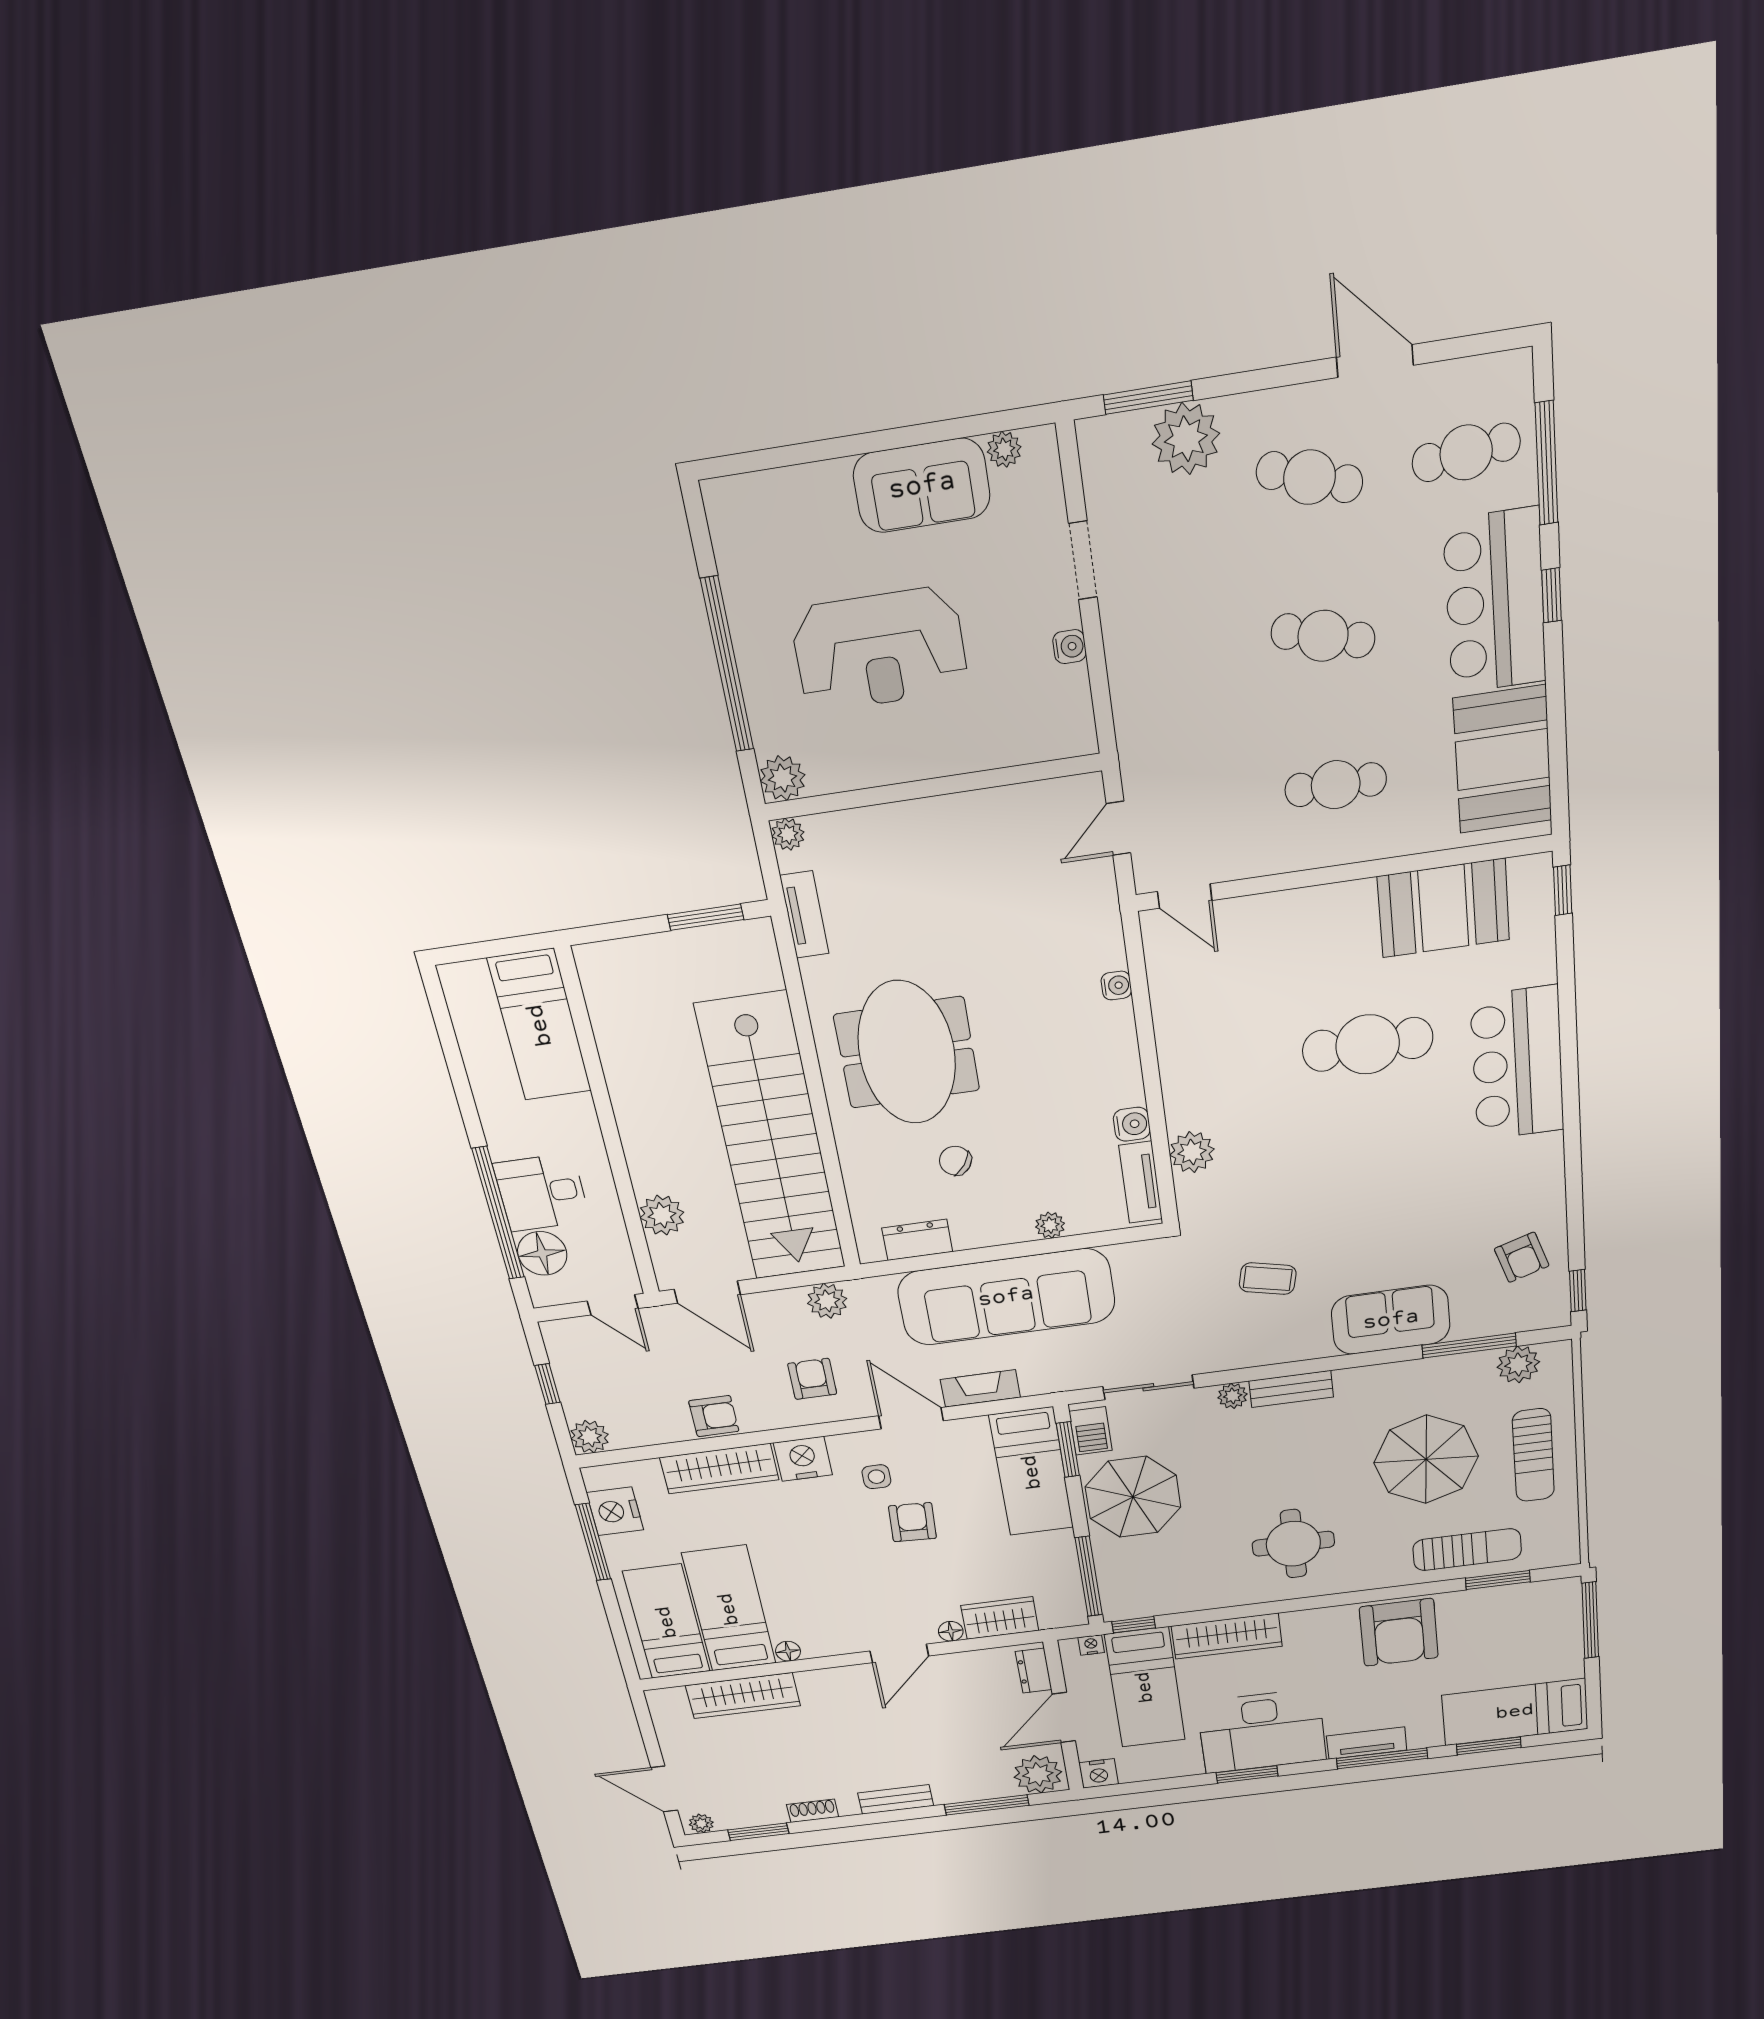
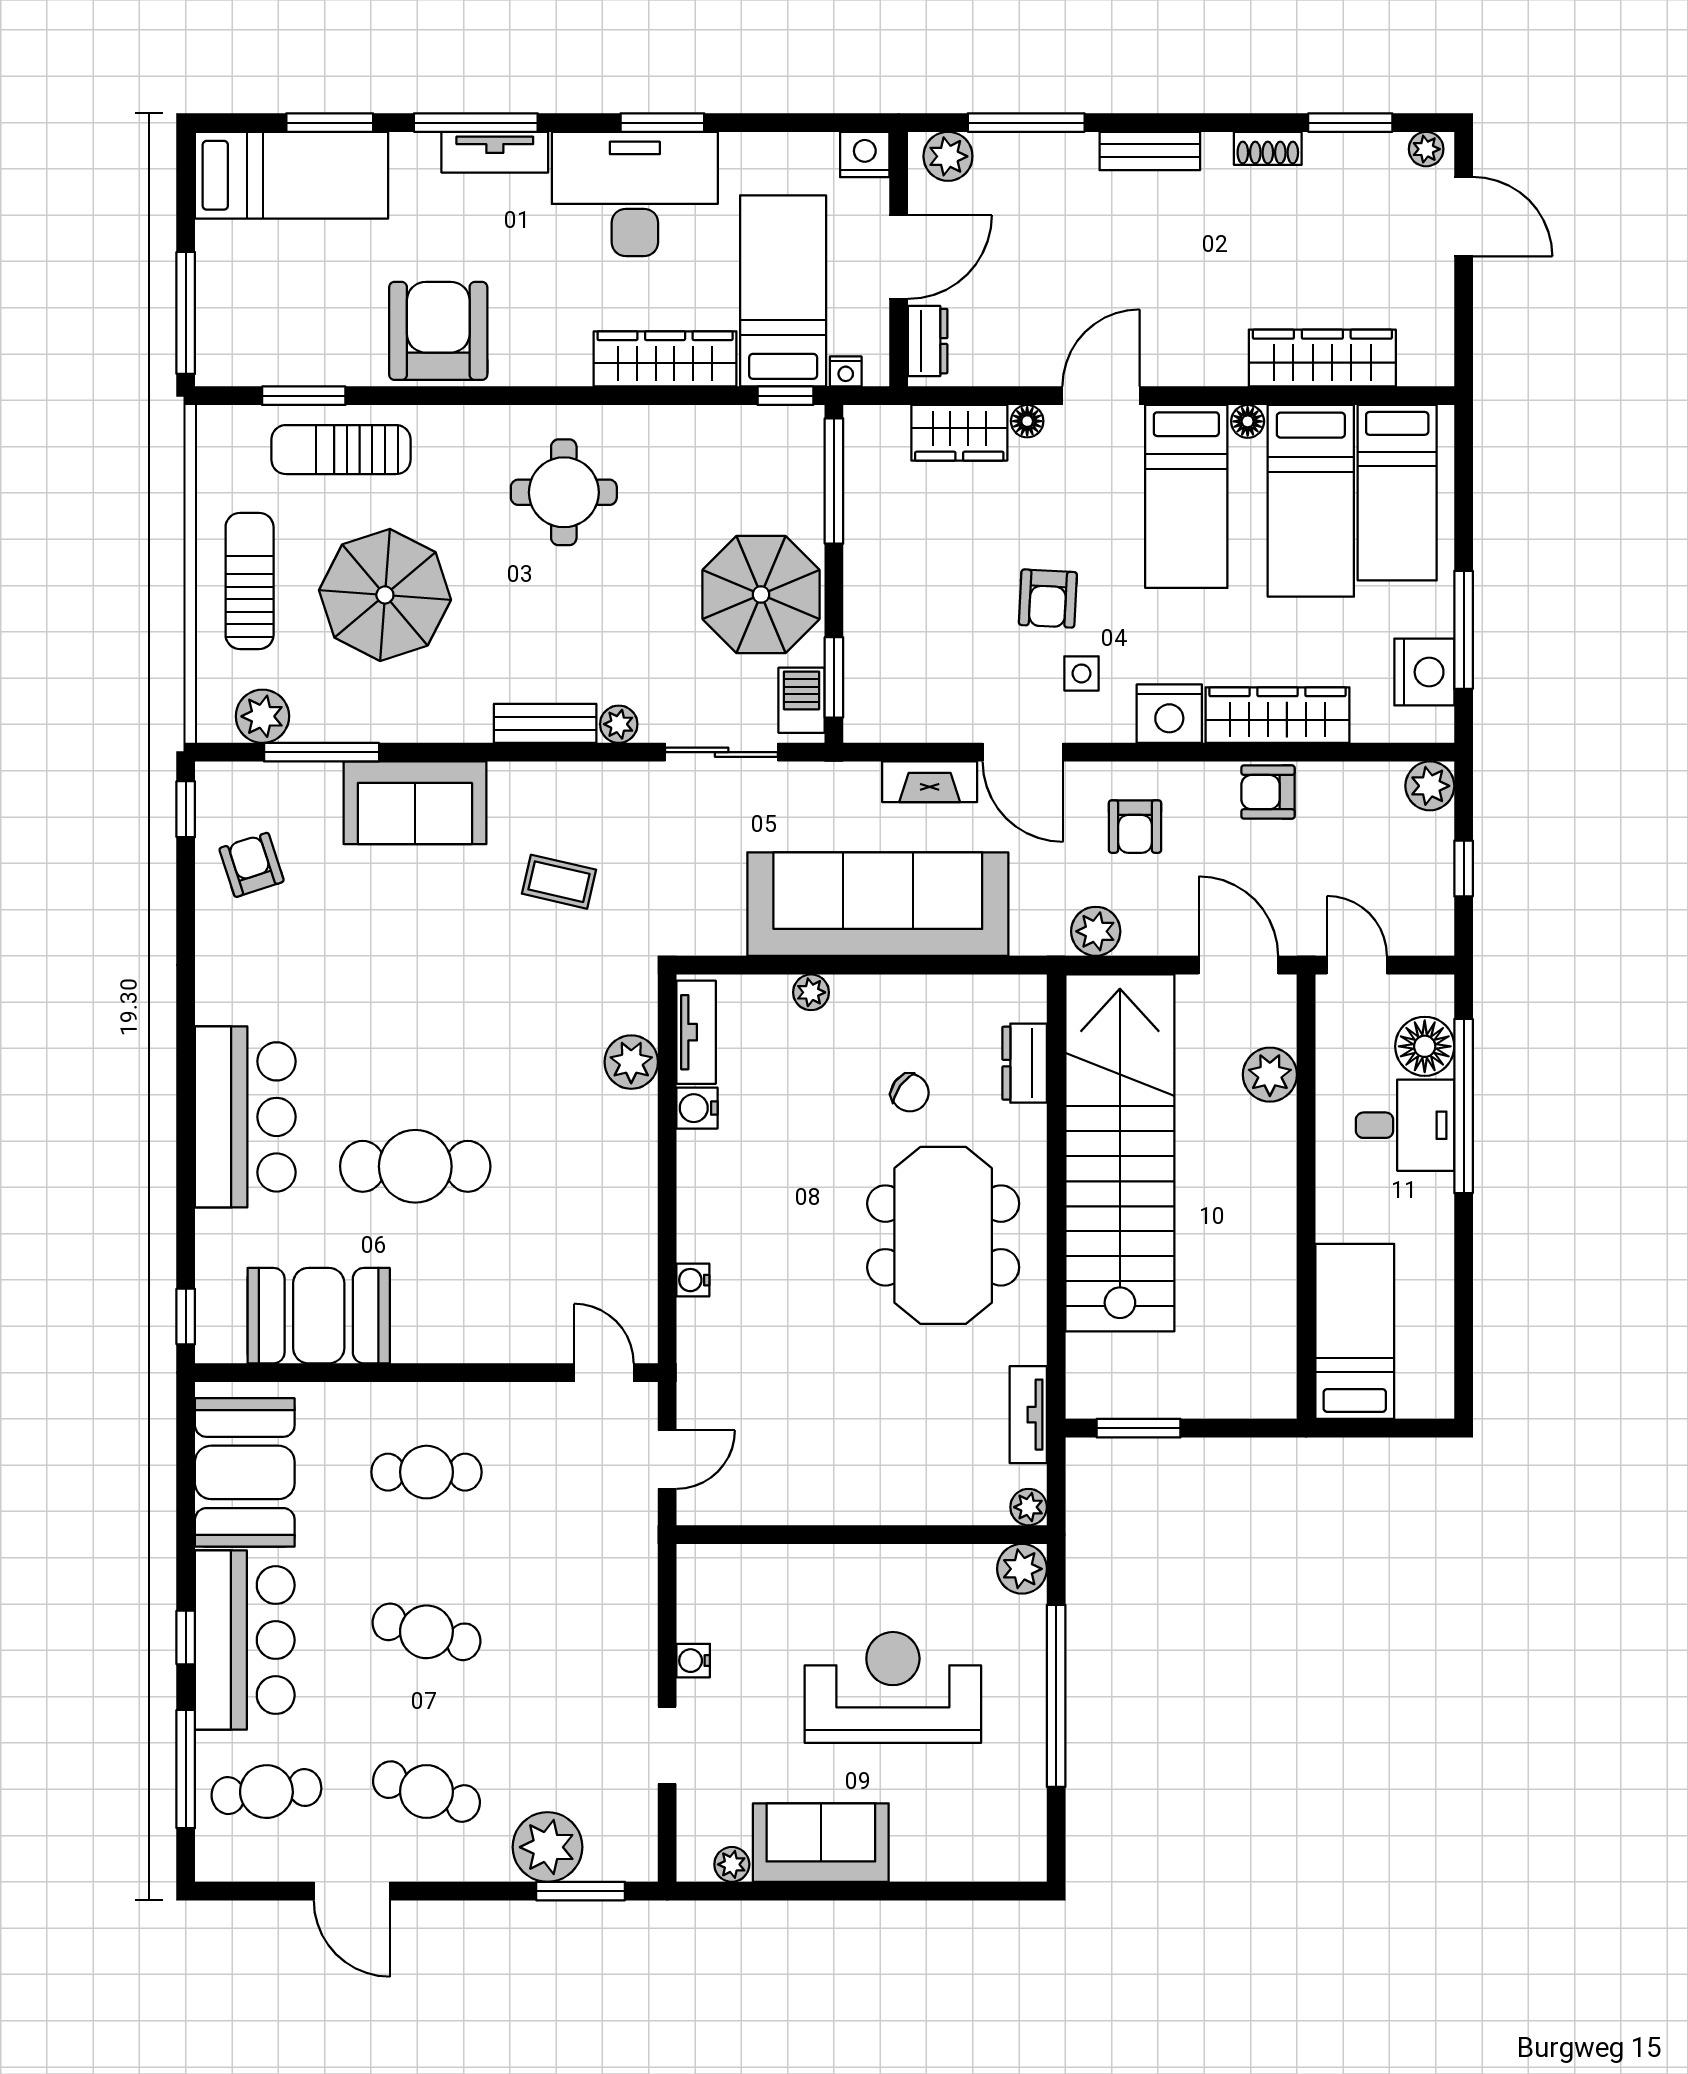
dresser: (917, 1240) -> (1025, 1063), moved, turned 90
bed: (1032, 1472) -> (1186, 496), moved, turned 180
plant: (1038, 1774) -> (948, 156), width x0.73, depth x0.73

